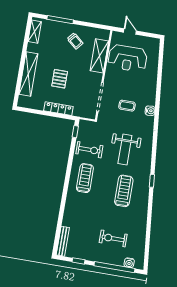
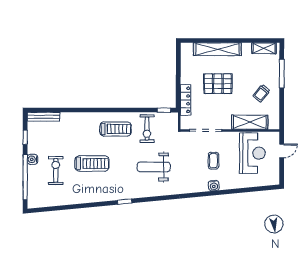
reception desk: (128, 58) -> (252, 153), turned 180
pallet: (60, 79) -> (218, 84), width x1.50, depth x1.42
coffee table: (127, 106) -> (213, 161), moved
locker: (58, 109) -> (186, 100), moved
water cooler: (150, 111) -> (214, 186), moved
treadmill: (124, 191) -> (92, 164), moved
water cooler: (129, 263) -> (33, 159), moved

